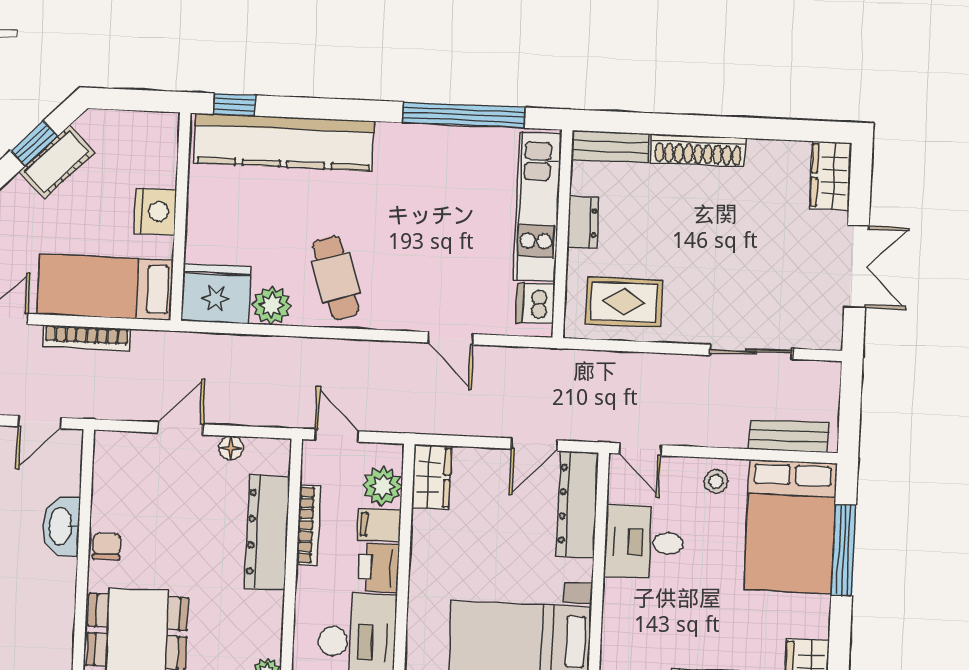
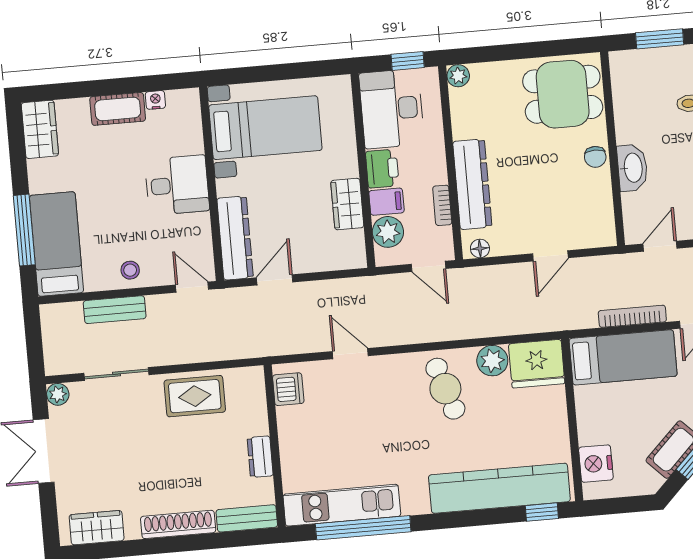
wardrobe: (831, 176) -> (97, 528), moved, turned -90
kitchen unit: (538, 207) -> (342, 505), moved, turned -90
nightstand: (155, 211) -> (596, 464), moved
rug: (624, 302) -> (195, 396), moved
plant: (829, 336) -> (58, 394), added
bench: (789, 436) -> (115, 310), moved
floor lamp: (231, 448) -> (480, 248), moved
wardrobe: (432, 477) -> (347, 204), moved
bookcase: (308, 525) -> (442, 205), width x0.64
bed: (791, 526) -> (56, 244), width x0.67
desk: (644, 542) -> (177, 185), moved

